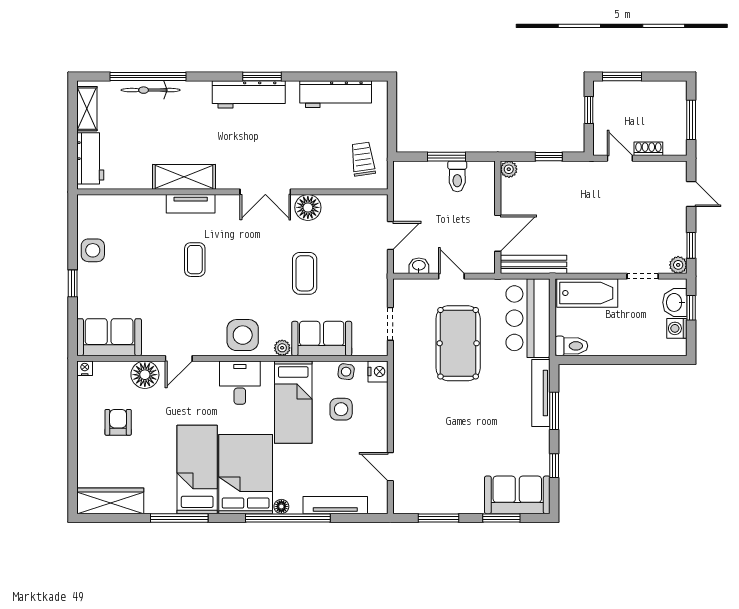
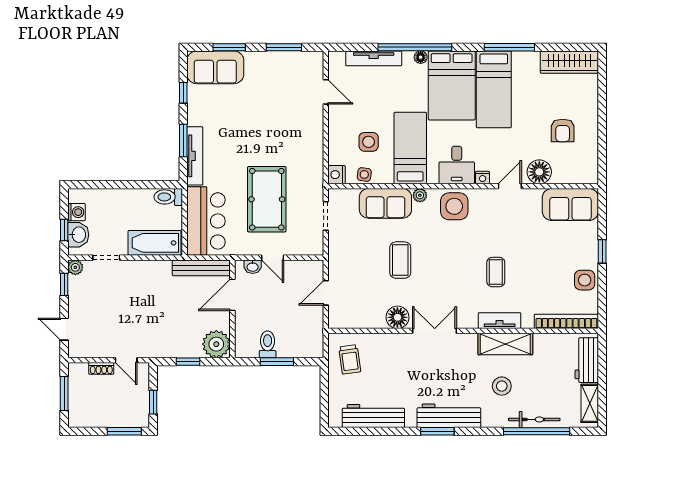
stool: (188, 128) -> (502, 386), added
plant: (509, 169) -> (216, 344), width x1.88, depth x1.88
bookcase: (114, 203) -> (566, 321), added
washbasin: (419, 266) -> (253, 267), moved
nightstand: (85, 368) -> (483, 177), moved

